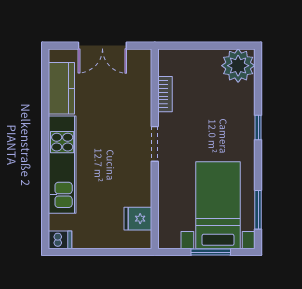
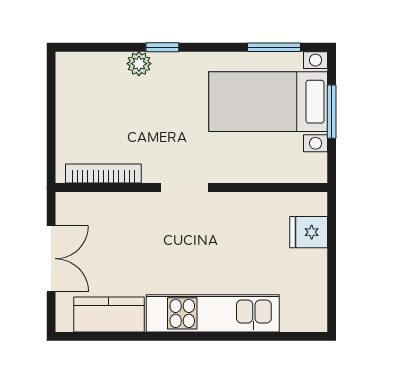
plant: (238, 66) -> (139, 64), moved, width x0.53, depth x0.53
bookcase: (165, 94) -> (103, 174), width x1.56
fridge: (138, 219) -> (309, 232), moved, turned 90
dishwasher: (60, 240) -> (315, 316), removed

